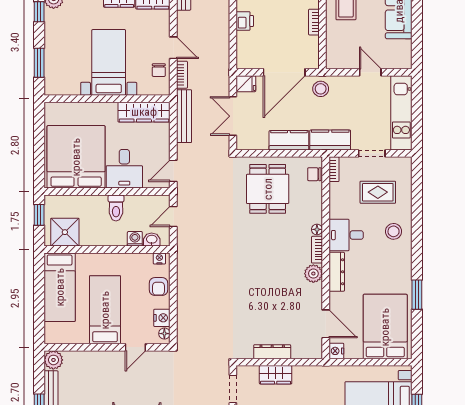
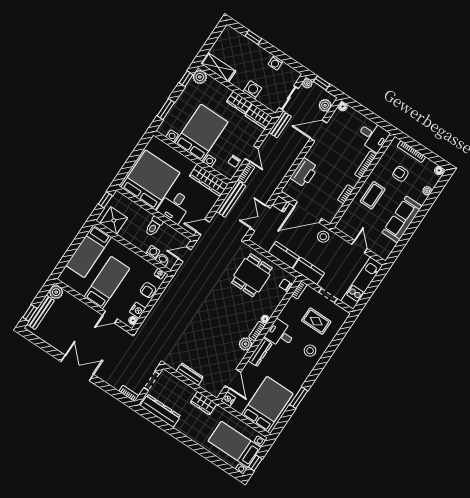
printer: (245, 21) -> (304, 173), width x1.87, depth x1.48
bed with nightstands: (109, 62) -> (201, 133), width x1.36
wardrobe: (276, 375) -> (204, 403), moved

